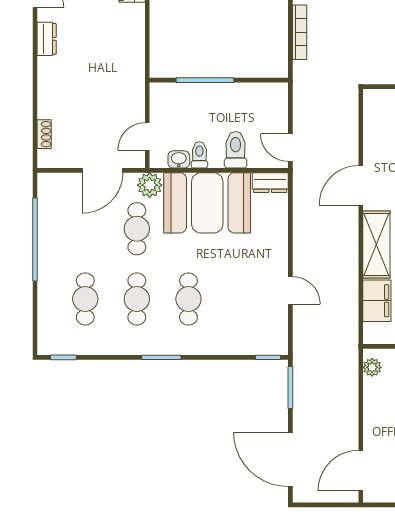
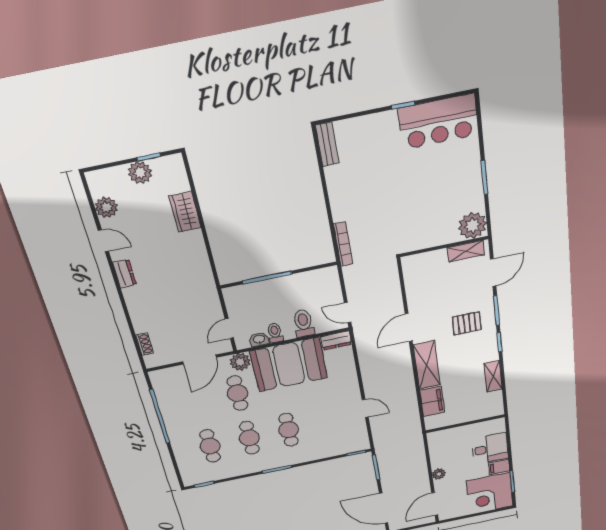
bookcase: (300, 32) -> (343, 244), moved
plant: (372, 367) -> (439, 474), moved

